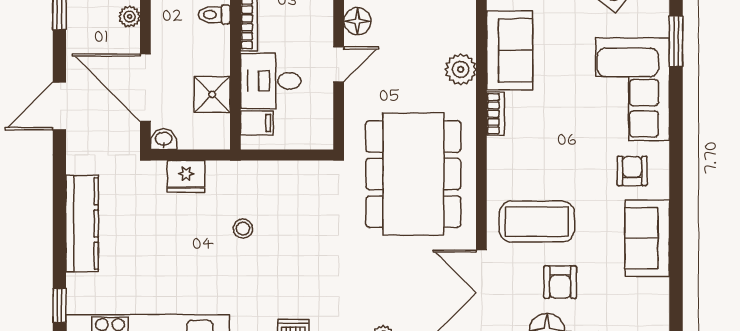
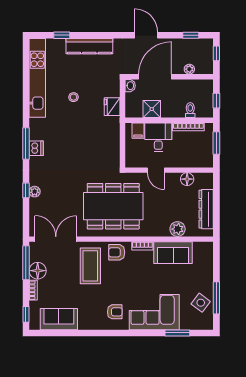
door: (339, 64) -> (156, 170), moved
plant: (461, 69) -> (178, 229), moved
fridge: (186, 176) -> (112, 107), moved
stool: (243, 229) -> (74, 97), moved
sofa: (647, 238) -> (59, 319), moved
armchair: (560, 282) -> (117, 252), moved
window: (59, 305) -> (62, 35), moved

